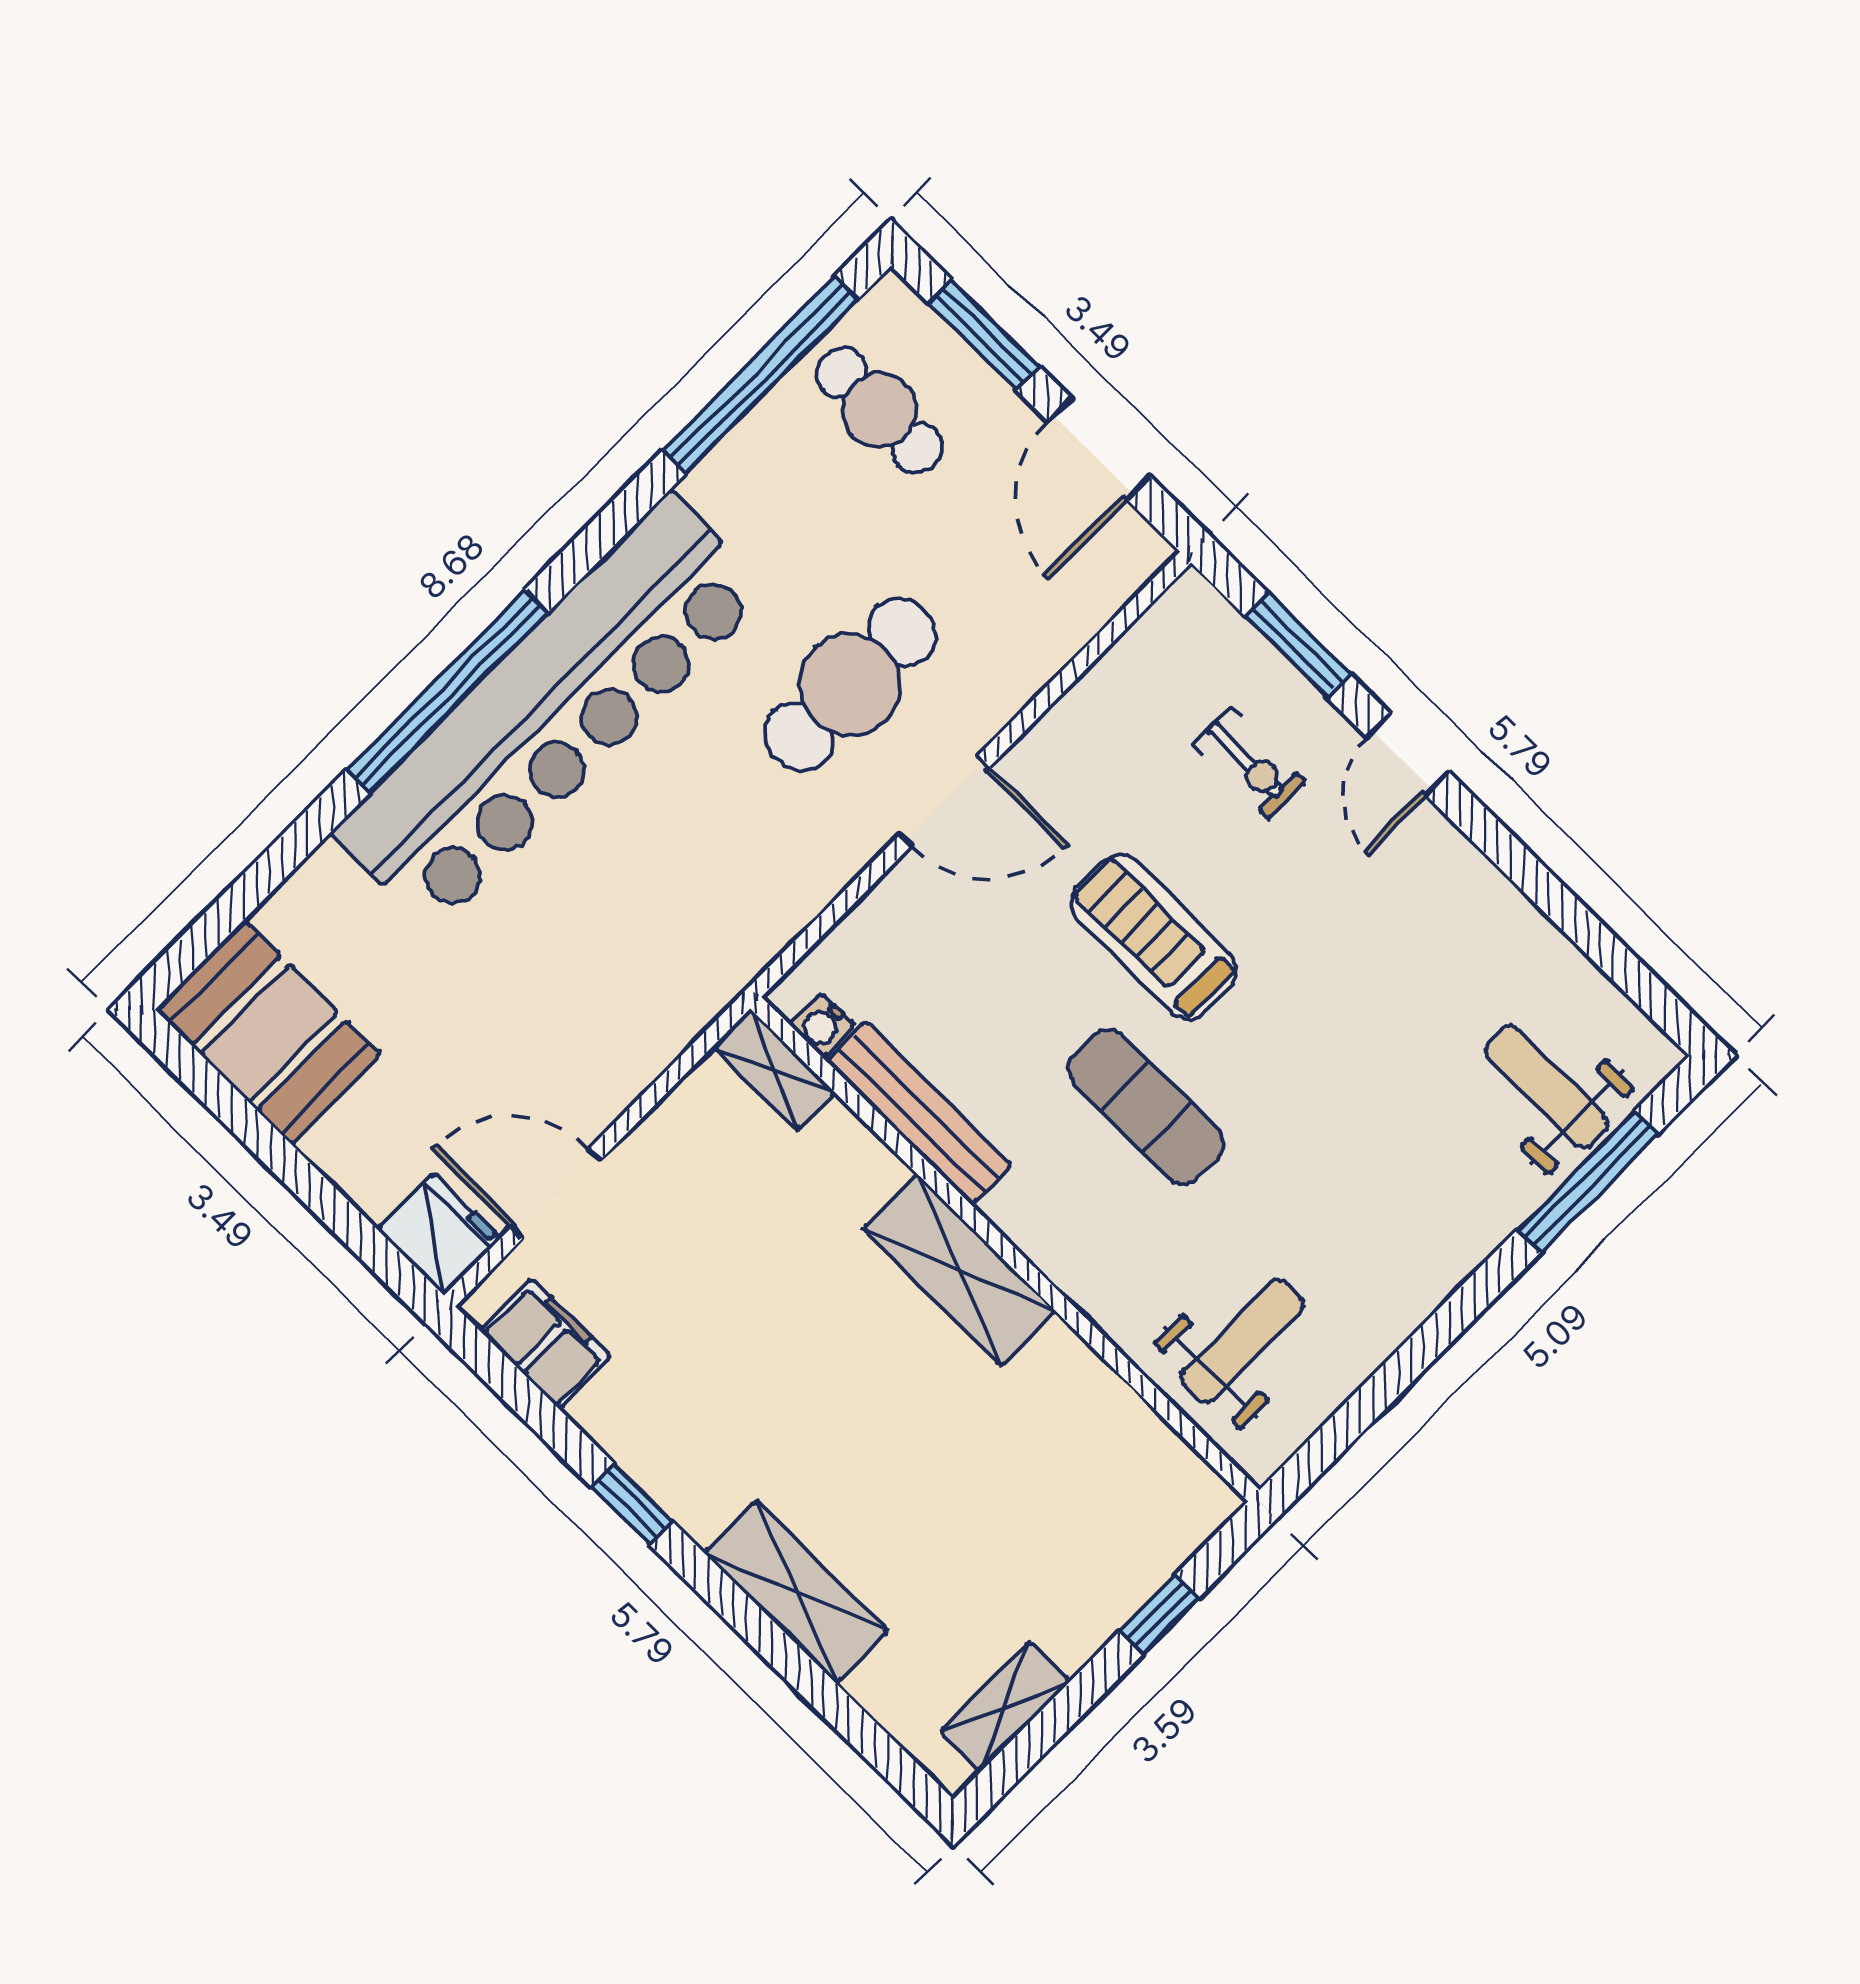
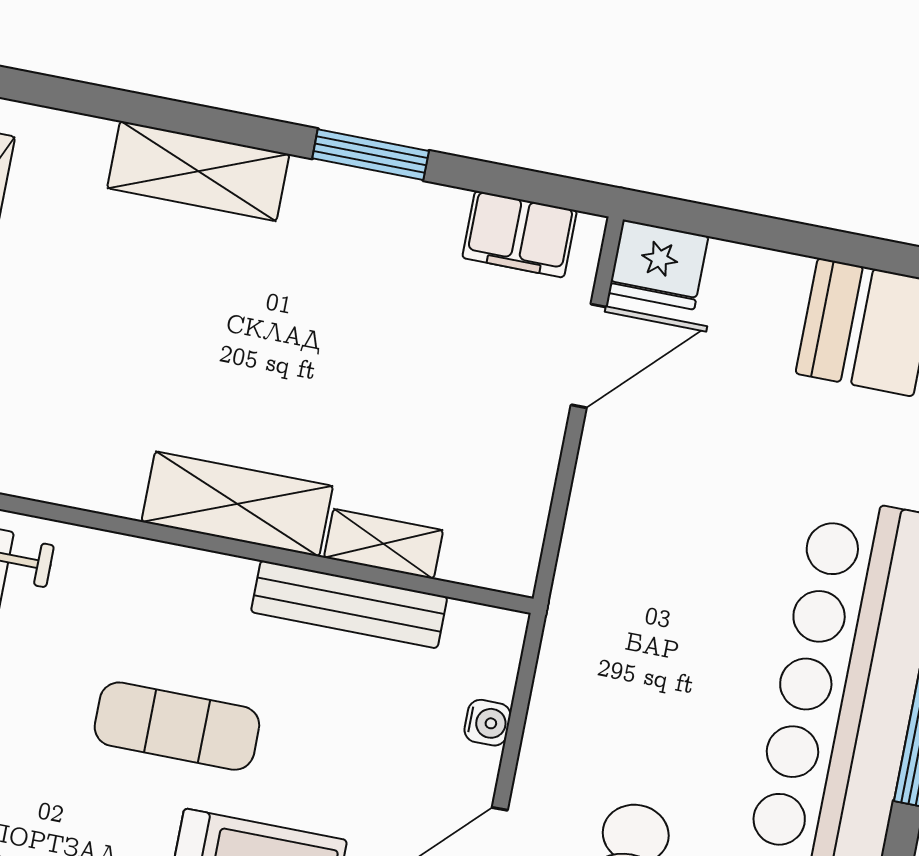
water cooler: (822, 1025) -> (488, 723), moved, turned 90
shelving: (774, 1070) -> (383, 544), moved
window: (632, 1504) -> (371, 155), width x1.50

